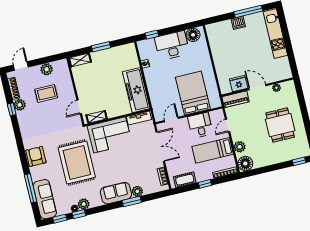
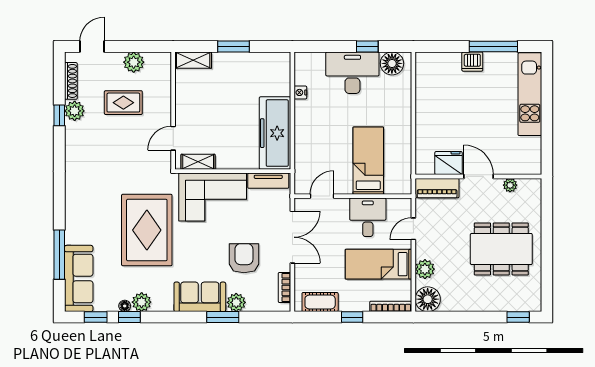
window: (152, 35) -> (367, 47), moved
bed: (193, 93) -> (368, 161), width x0.67
dining table: (280, 125) -> (501, 249), width x1.38
armchair: (36, 156) -> (244, 258), moved

